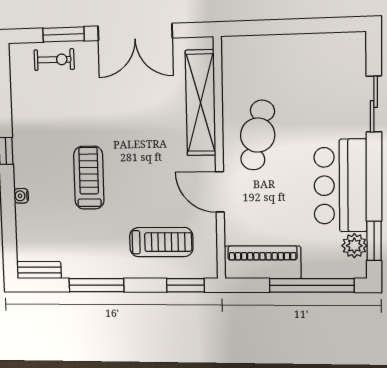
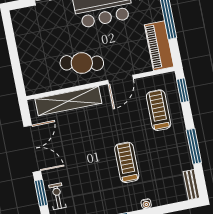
treadmill: (89, 178) -> (127, 162), turned 90

